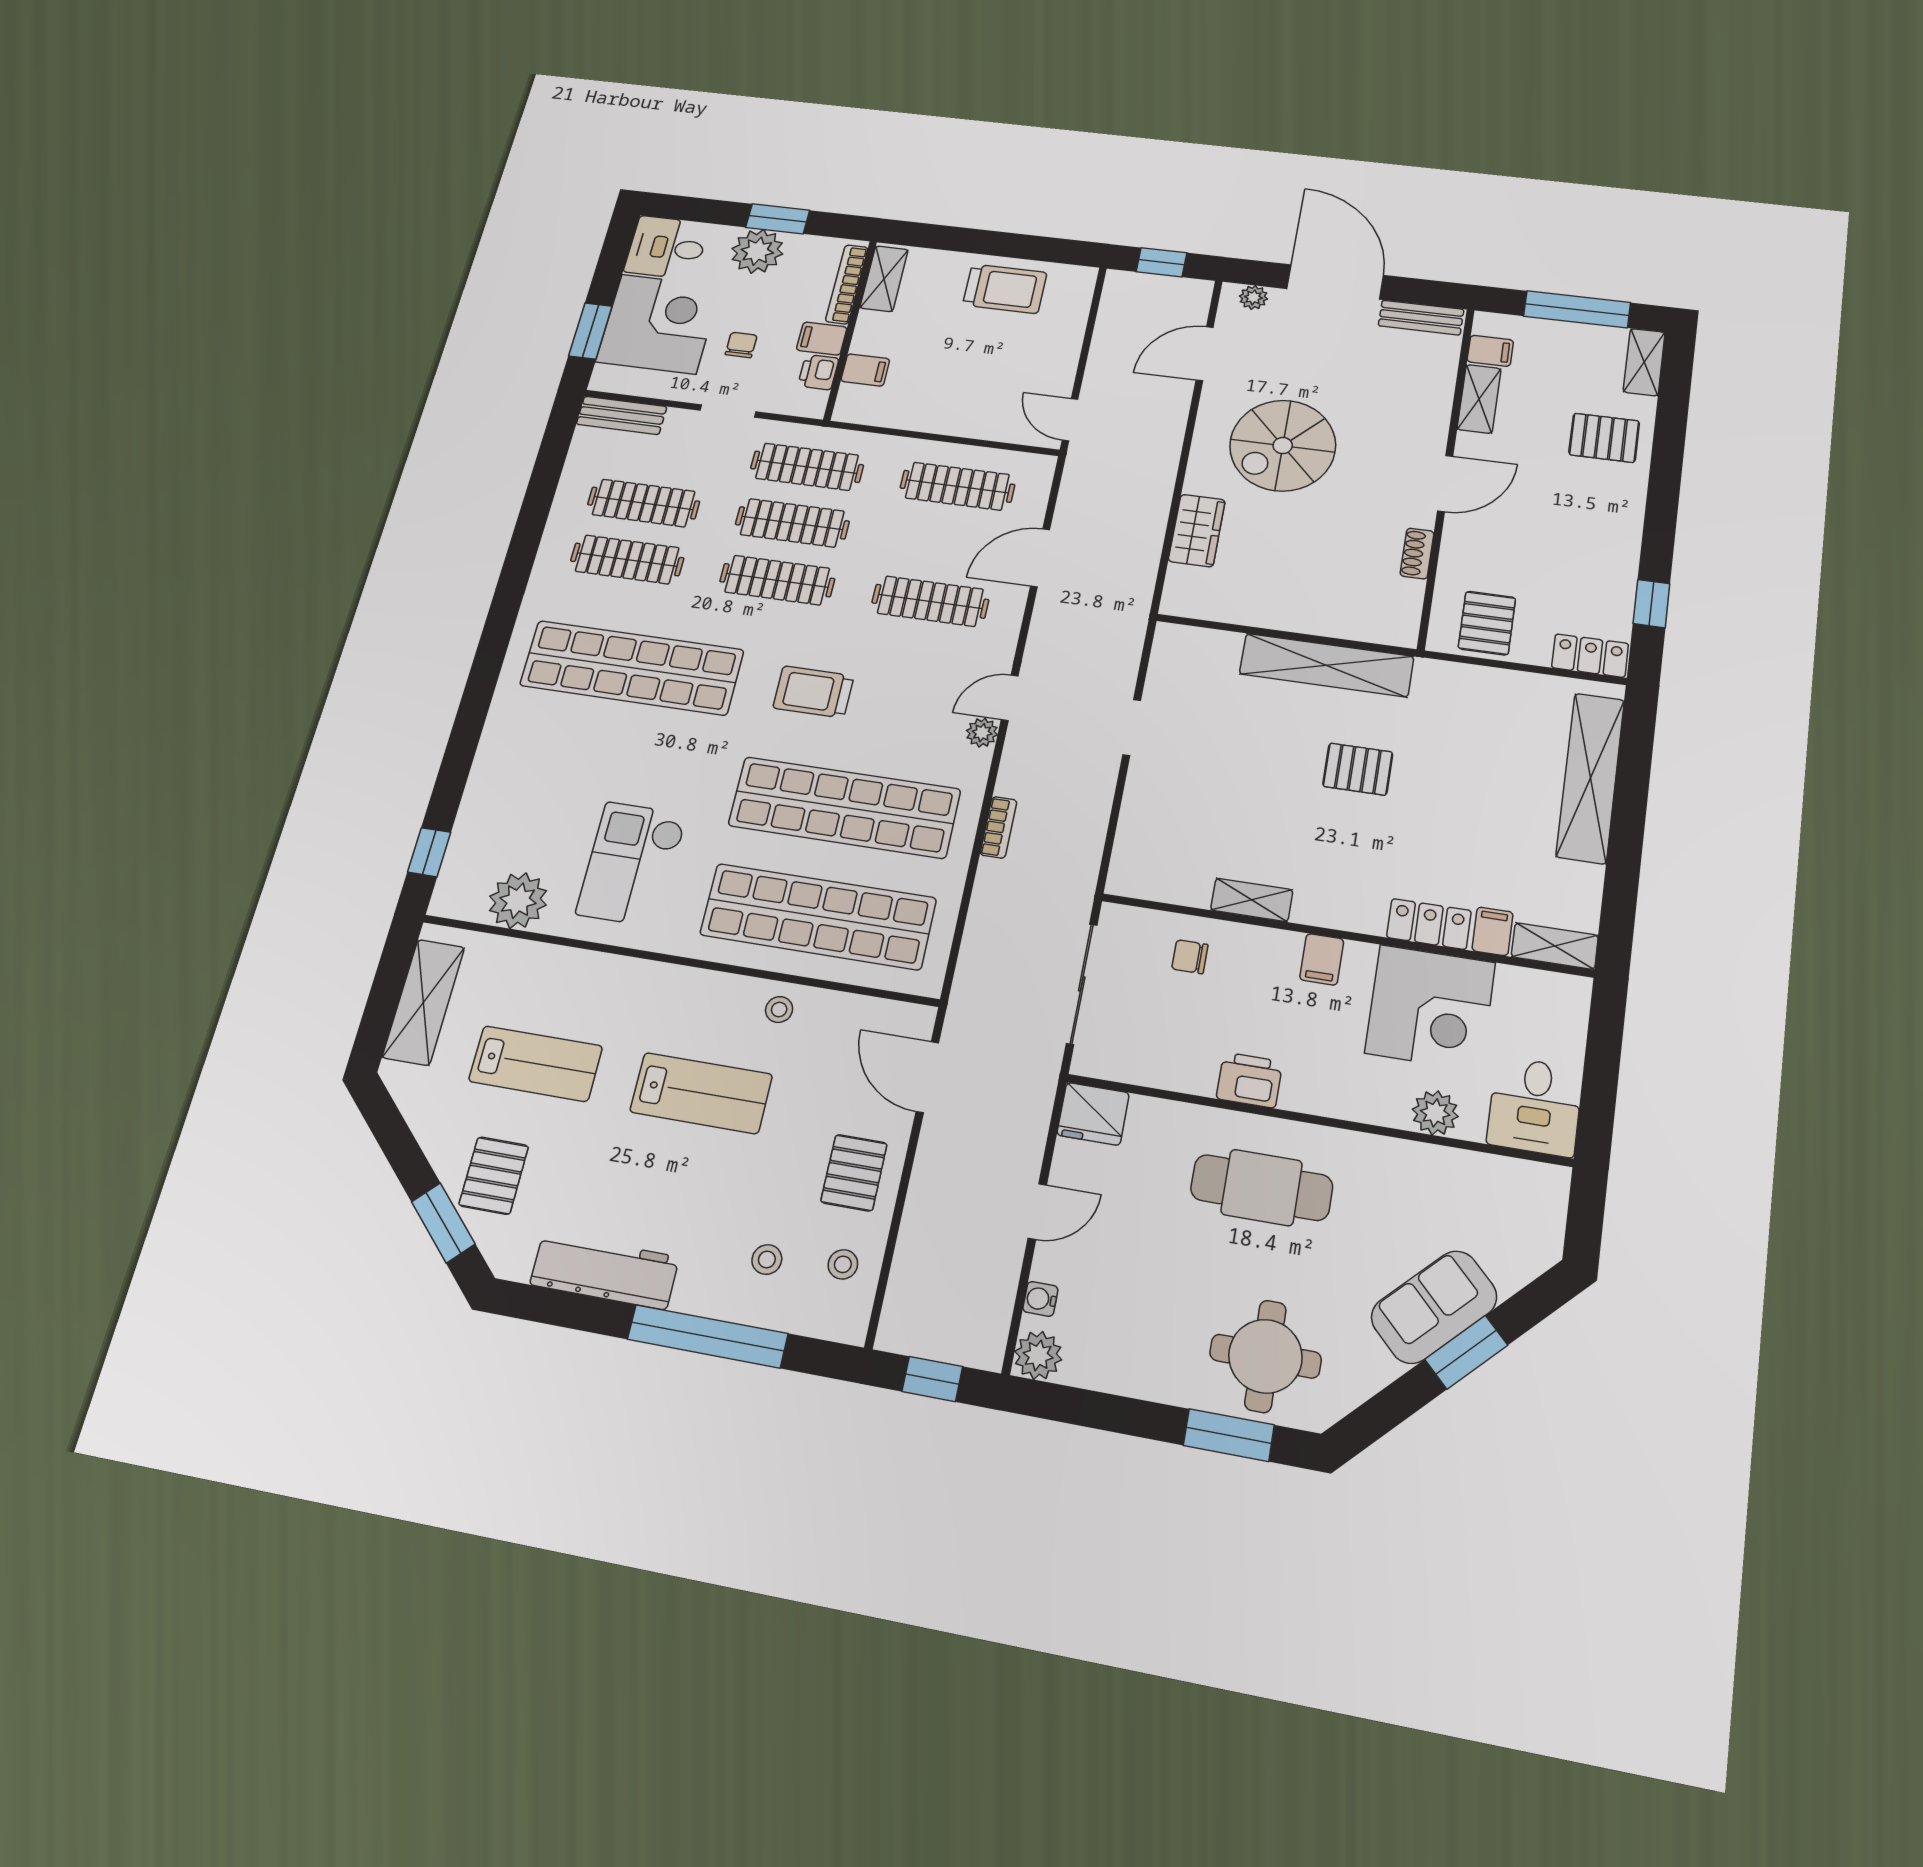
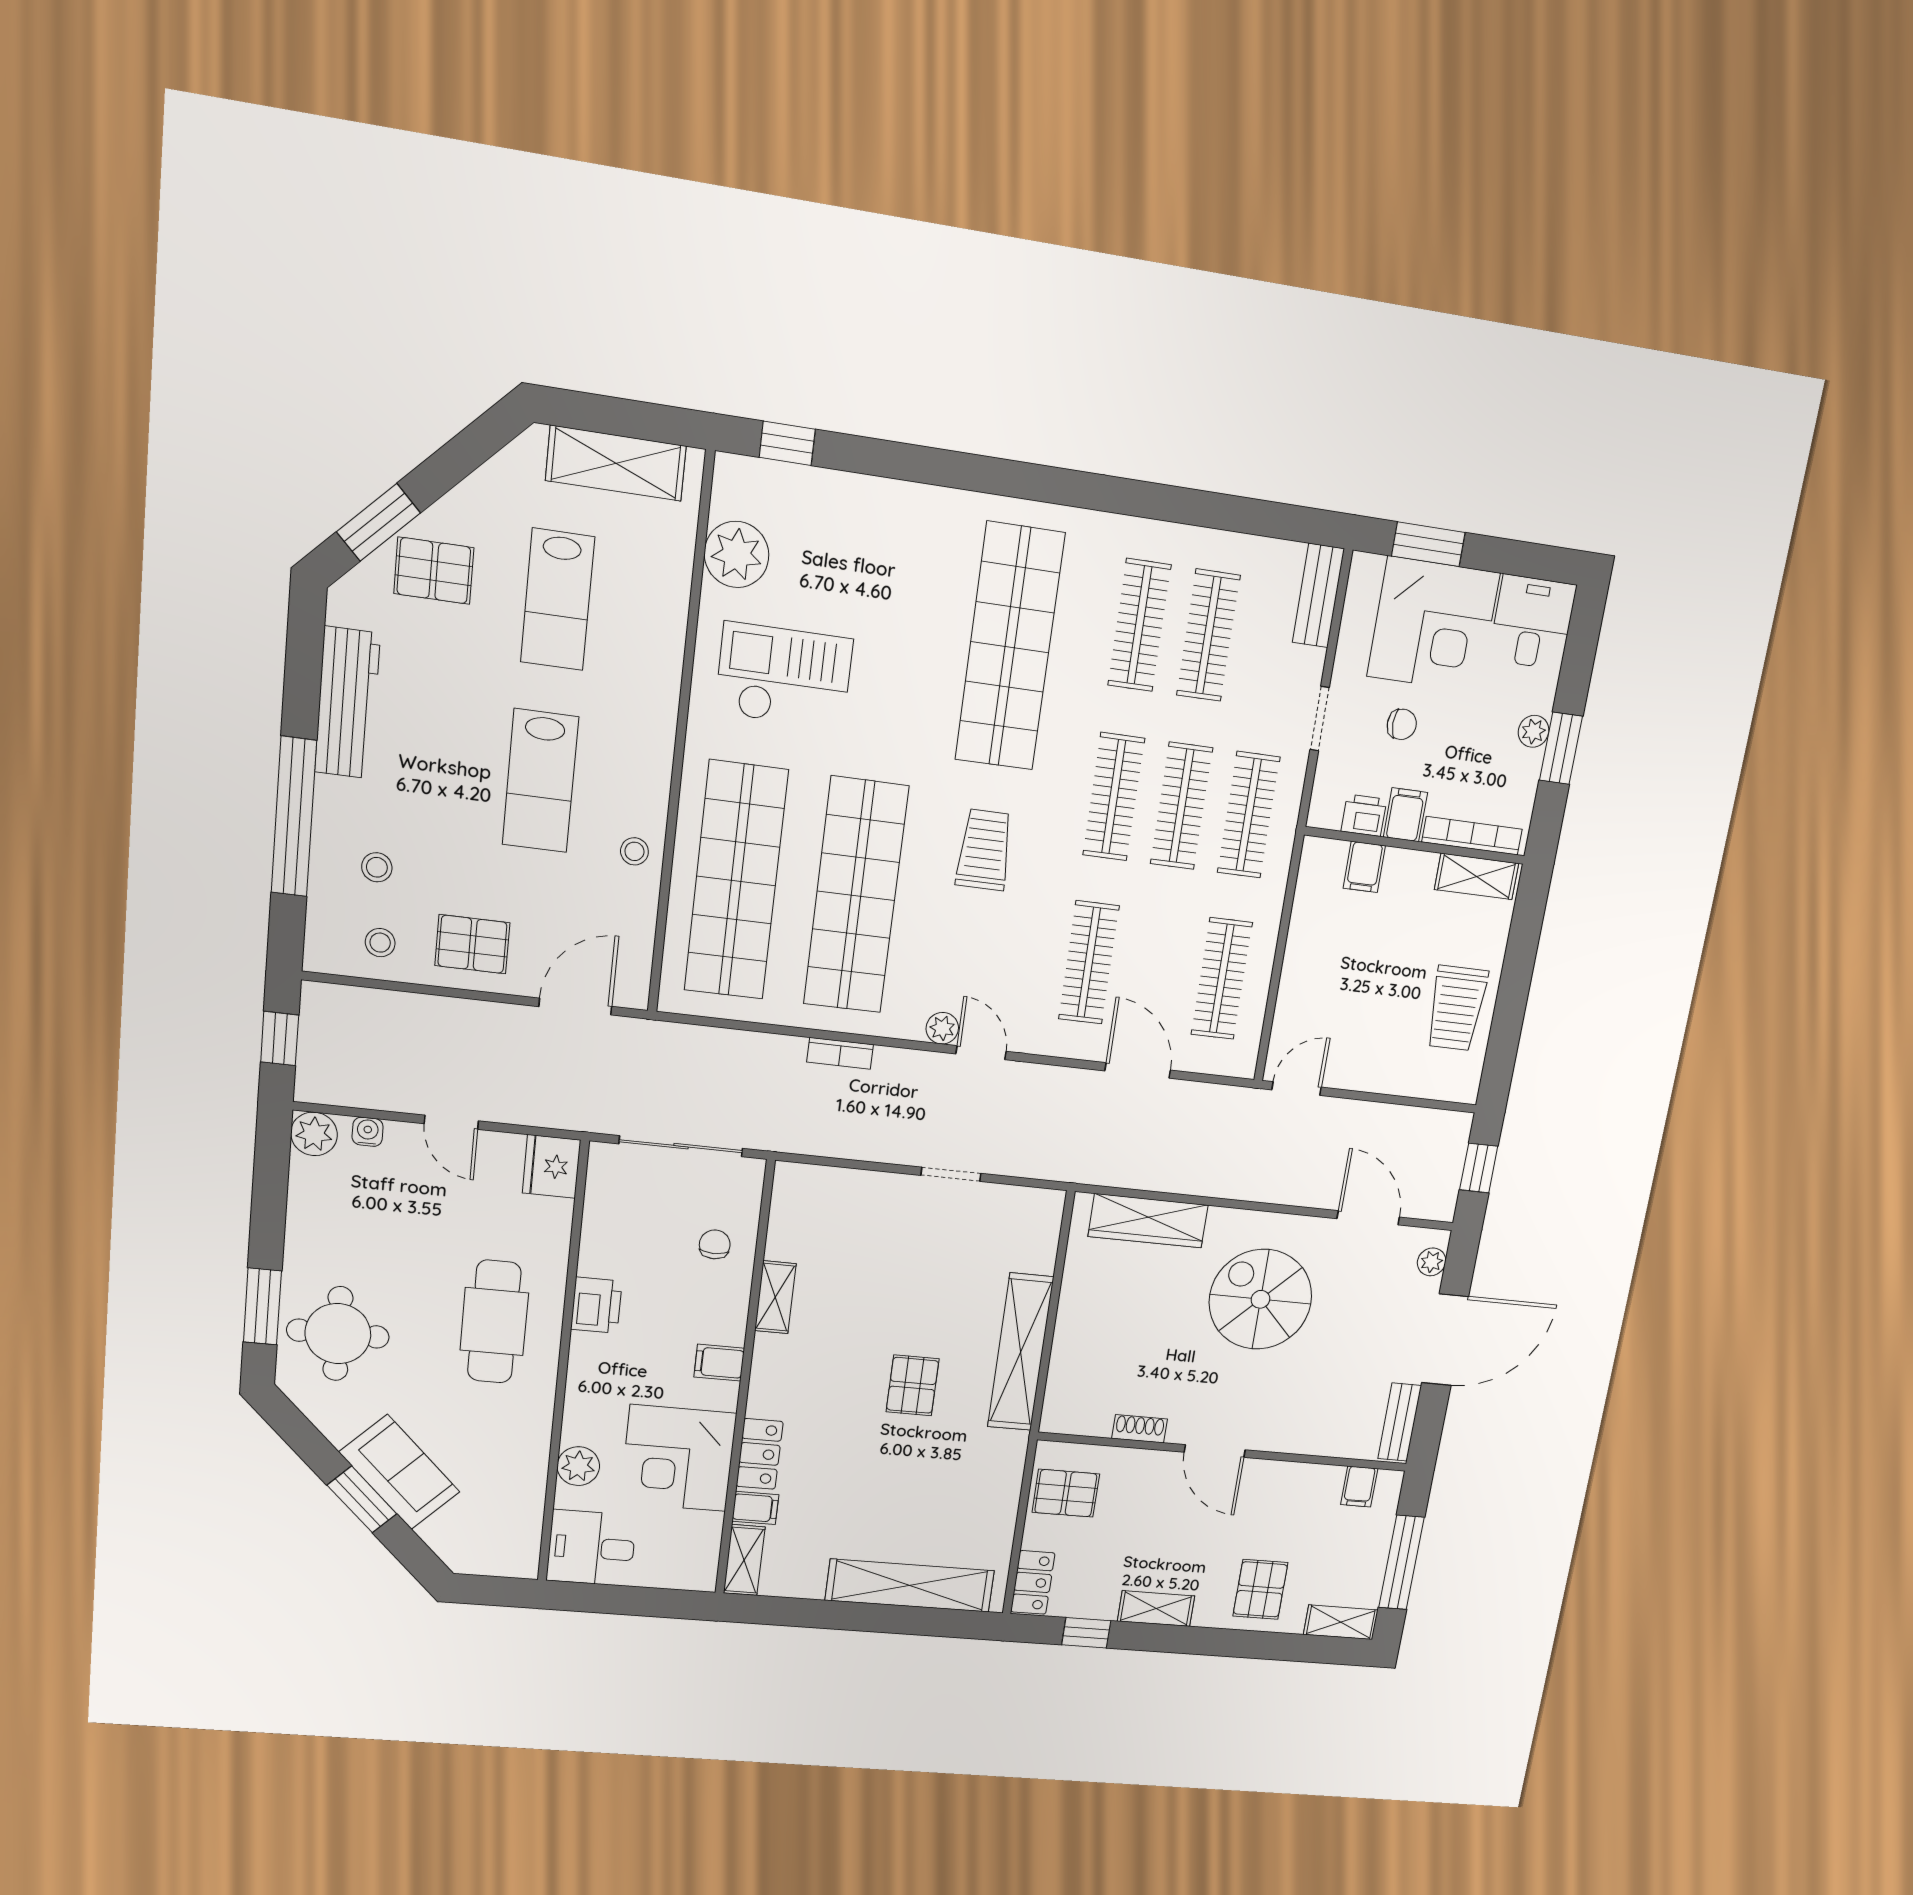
plant: (757, 251) -> (1534, 731), width x0.53, depth x0.53
shelving: (1479, 399) -> (1156, 1609), moved
wardrobe: (1197, 531) -> (1148, 1221), width x1.50

